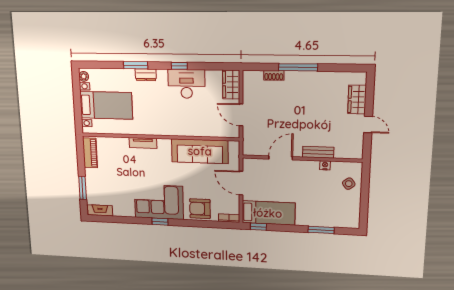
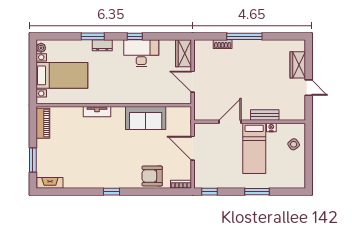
sofa: (200, 151) -> (146, 118), width x0.73
corner sofa: (159, 202) -> (111, 171), removed
bed: (268, 213) -> (254, 148), moved, turned 90
window: (321, 230) -> (257, 192), moved

